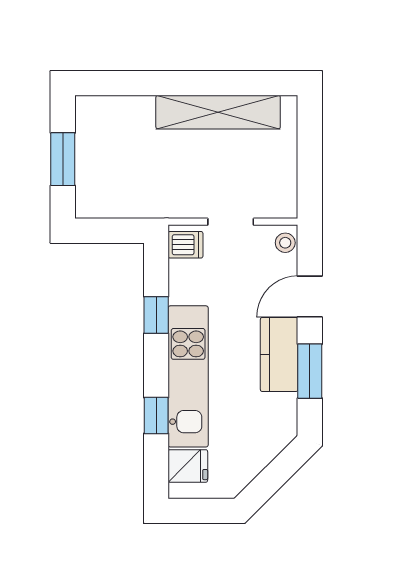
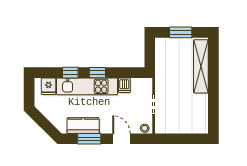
shelving: (218, 112) -> (201, 66), moved
dishwasher: (186, 245) -> (124, 85), moved
window: (156, 315) -> (97, 73), moved
kitchen counter: (279, 354) -> (83, 126), moved

